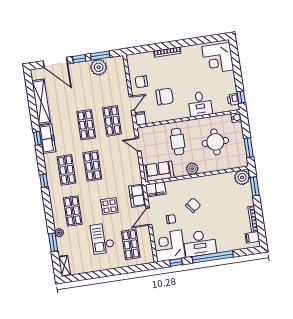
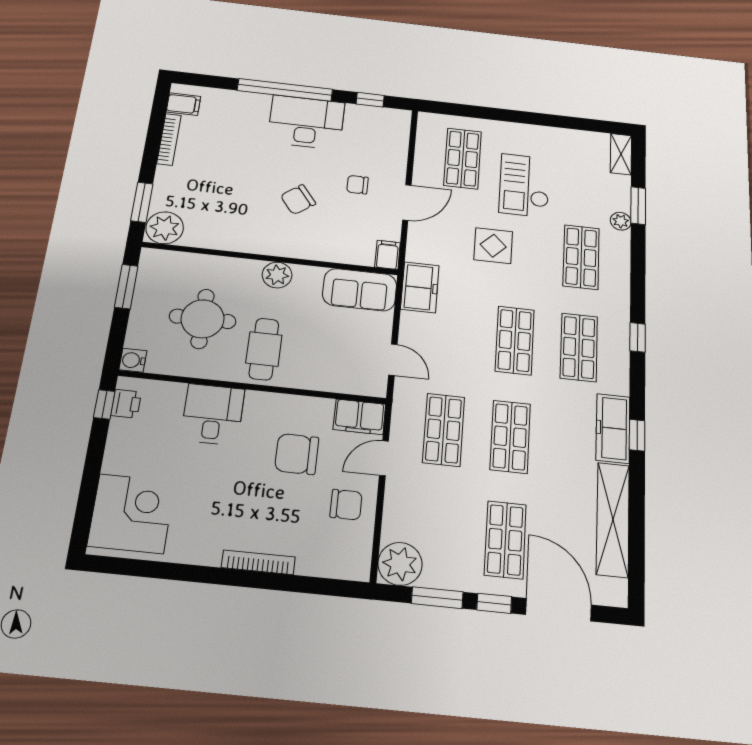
plant: (99, 67) -> (400, 564), moved
shop shelf: (80, 84) -> (505, 540), added
filing cabinet: (140, 118) -> (359, 417), width x2.00
cafe table: (178, 142) -> (264, 349), moved
filing cabinet: (156, 189) -> (387, 255), width x0.50
freezer: (137, 196) -> (420, 287), moved
checkout: (102, 239) -> (524, 185), turned 180
corner desk: (169, 246) -> (377, 134), removed

